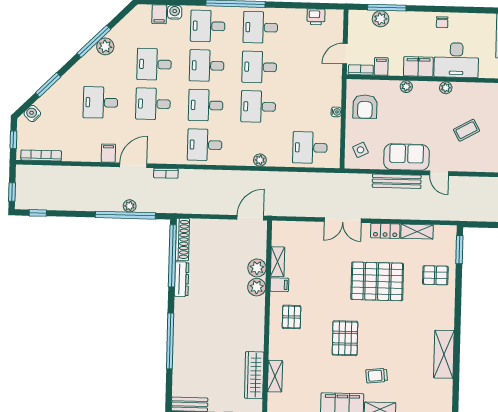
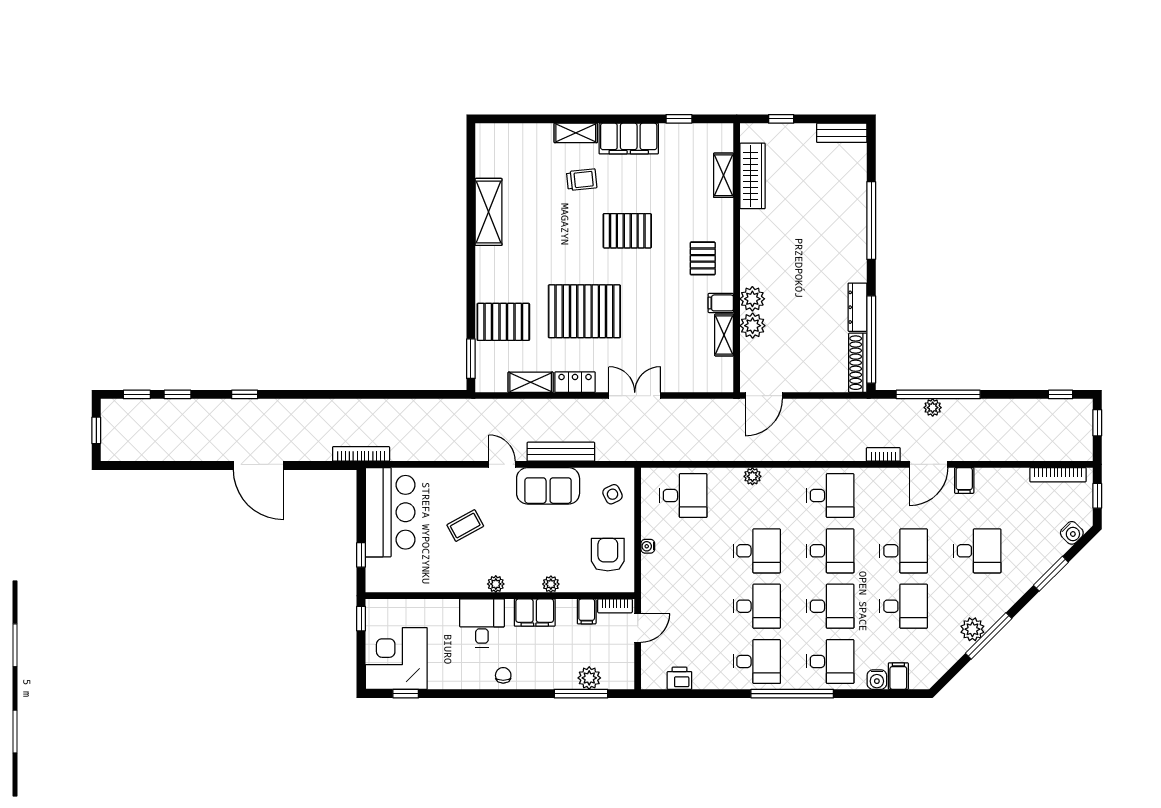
desk: (456, 60) -> (482, 623), width x0.73
pallet: (435, 275) -> (503, 322), width x1.50, depth x1.42
pallet: (345, 338) -> (627, 231), turned 90

